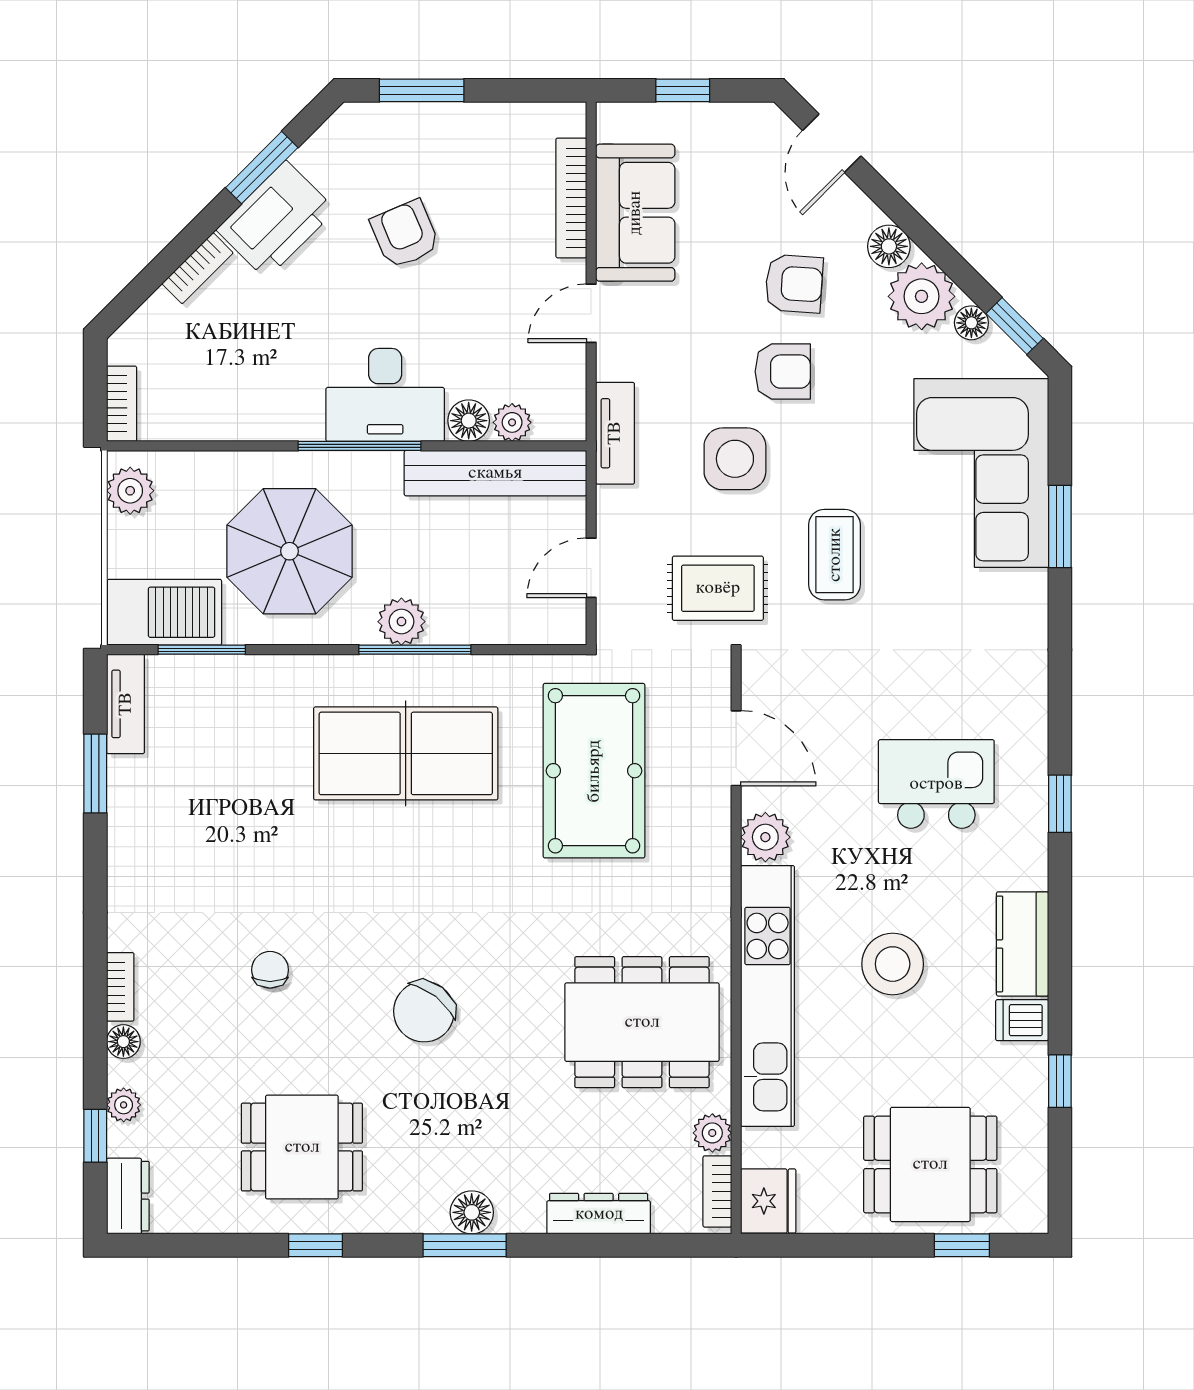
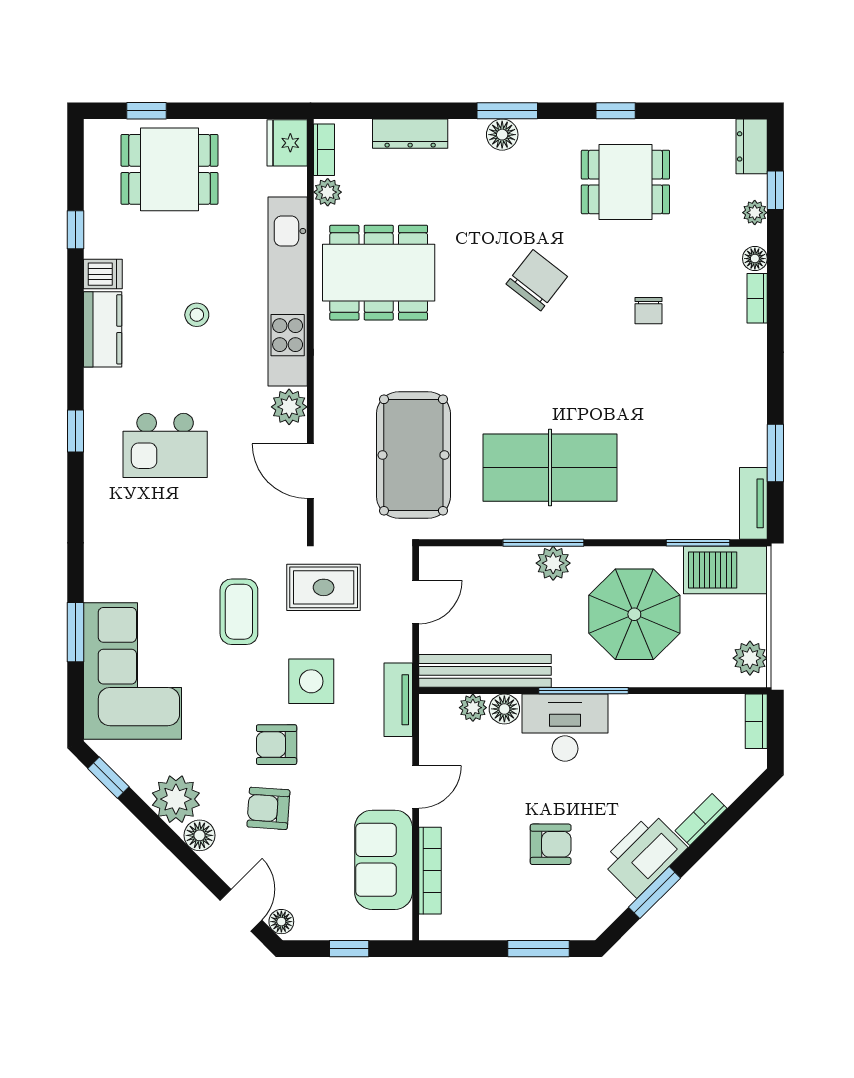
armchair: (405, 234) -> (551, 844), turned -67
floor lamp: (971, 323) -> (281, 922), moved
stool: (893, 964) -> (197, 315), width x0.53, depth x0.53

